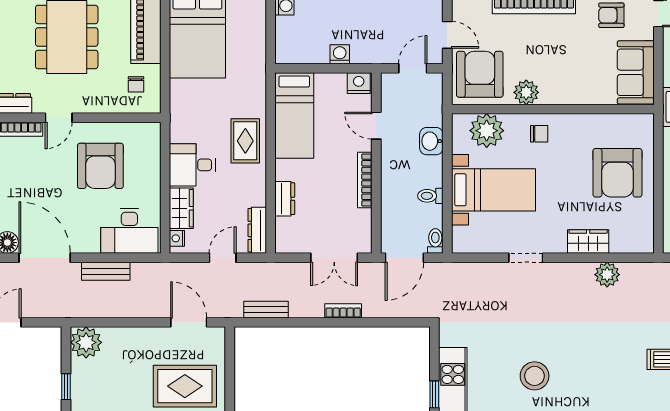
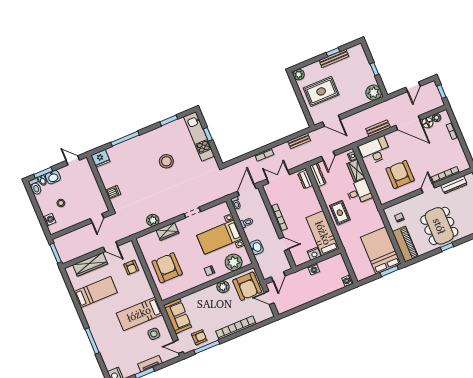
nightstand: (359, 83) -> (314, 254), moved
dresser: (285, 199) -> (305, 179), moved

